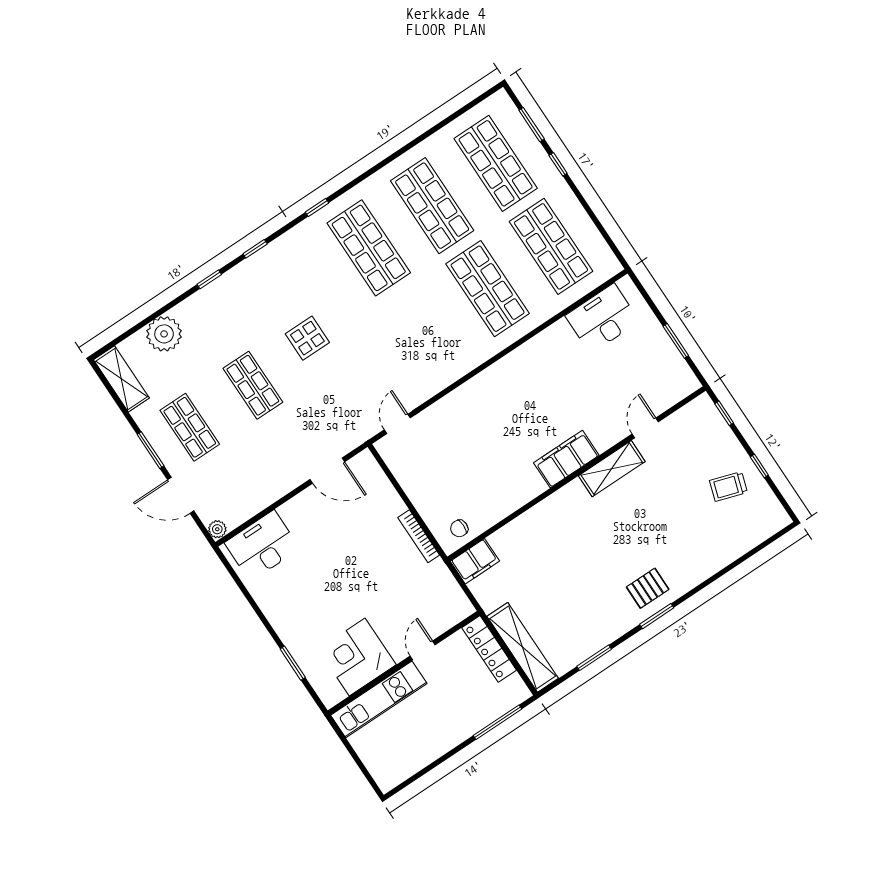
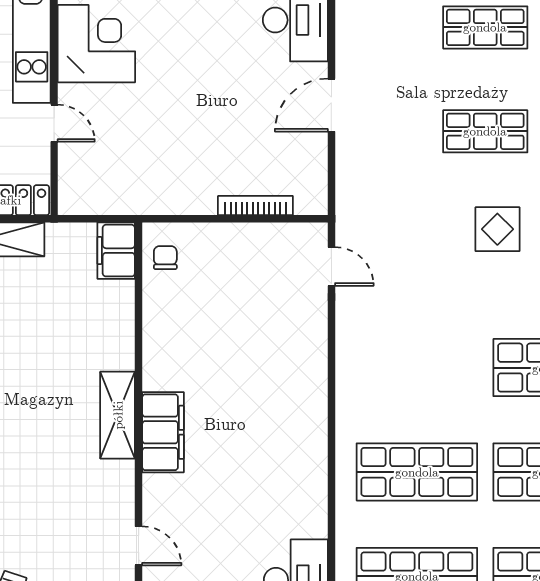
shelving: (612, 469) -> (118, 415), moved
door: (327, 471) -> (331, 105), moved
bookcase: (419, 536) -> (255, 206), moved

